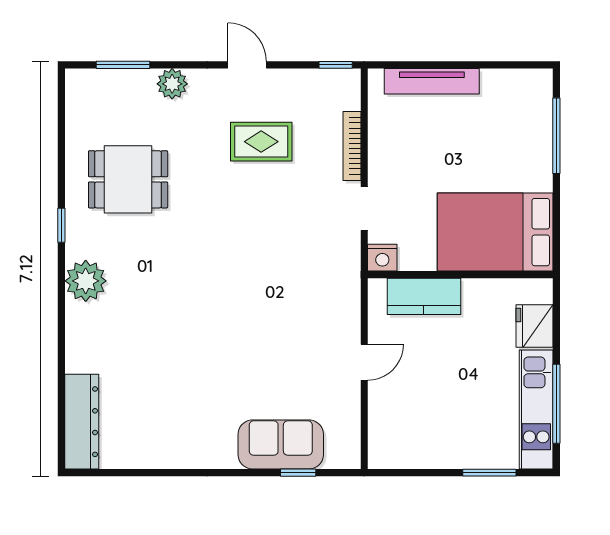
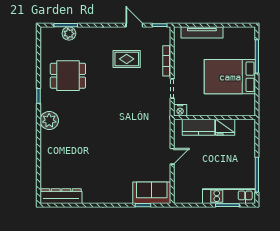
door: (247, 65) -> (134, 25), moved
plant: (172, 84) -> (69, 34), moved
bed: (495, 232) -> (230, 77), moved
fridge: (535, 326) -> (225, 127), moved, turned -90
kitchen unit: (536, 409) -> (229, 196), moved, turned 90
dresser: (82, 422) -> (61, 196), moved, turned -90
sofa: (281, 444) -> (152, 193), moved

